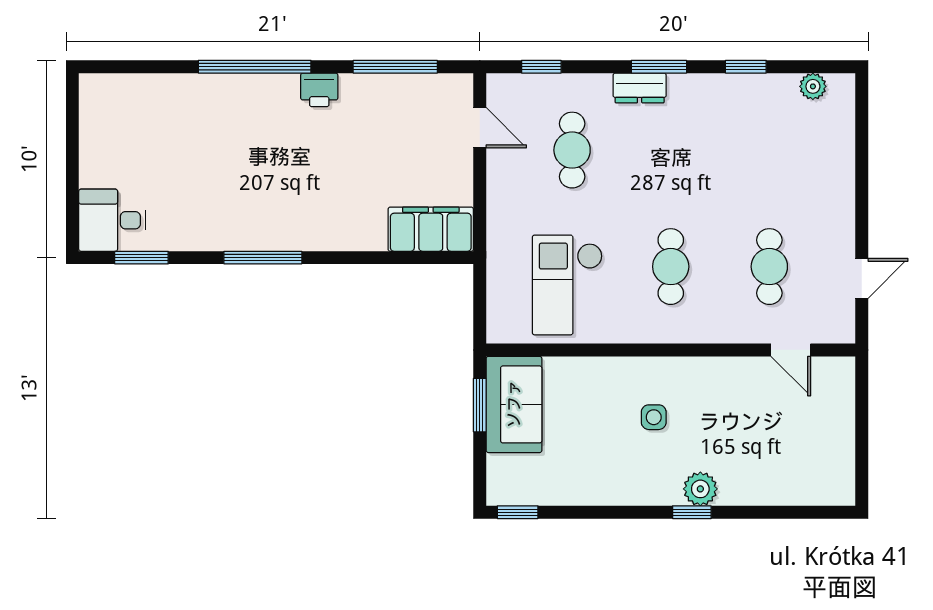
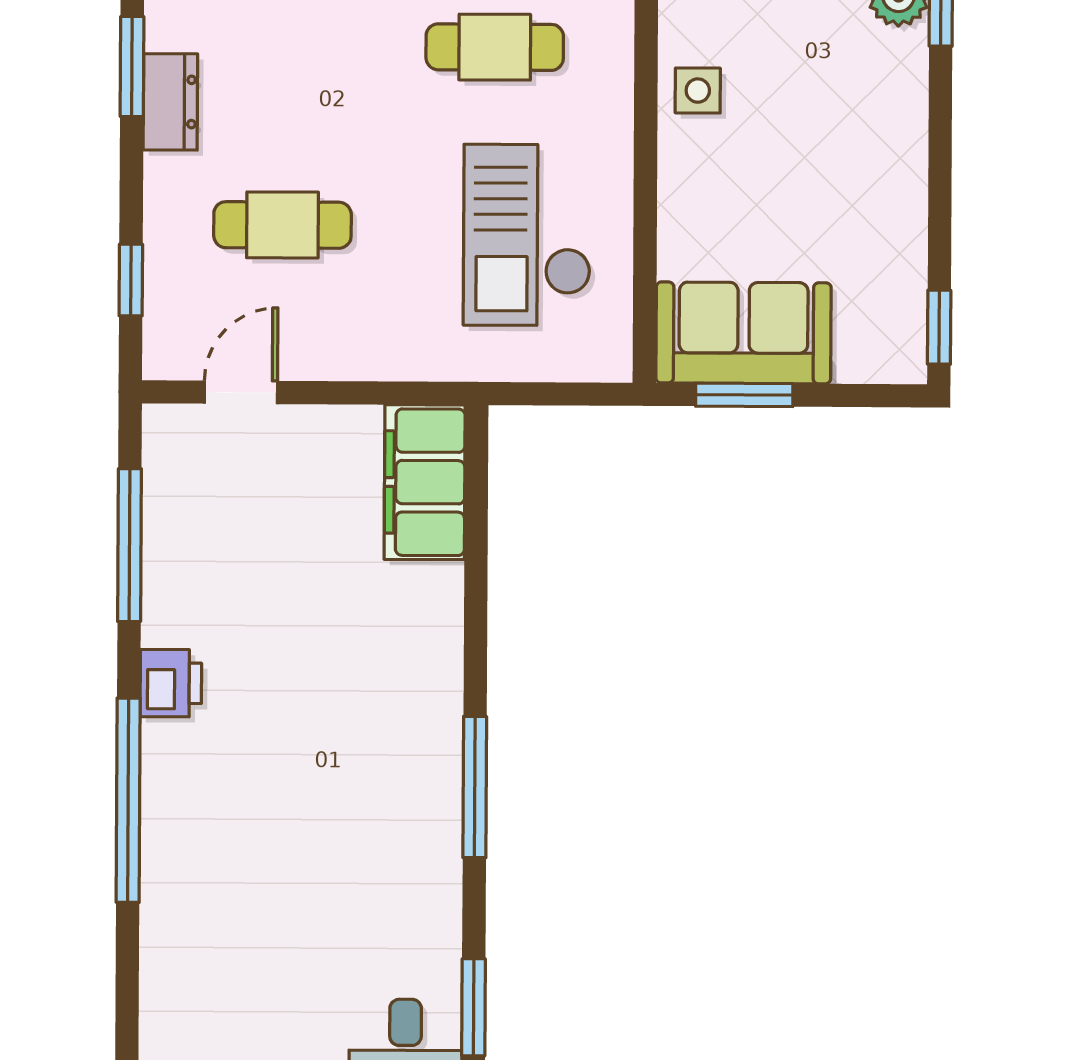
checkout: (567, 285) -> (527, 235), turned 90
side table: (654, 417) -> (698, 91), moved

